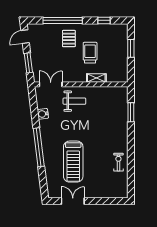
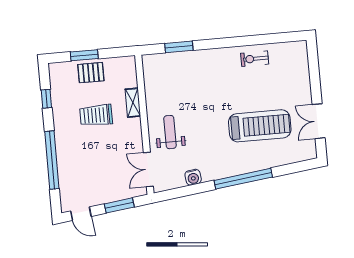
pallet: (69, 39) -> (91, 73), moved

